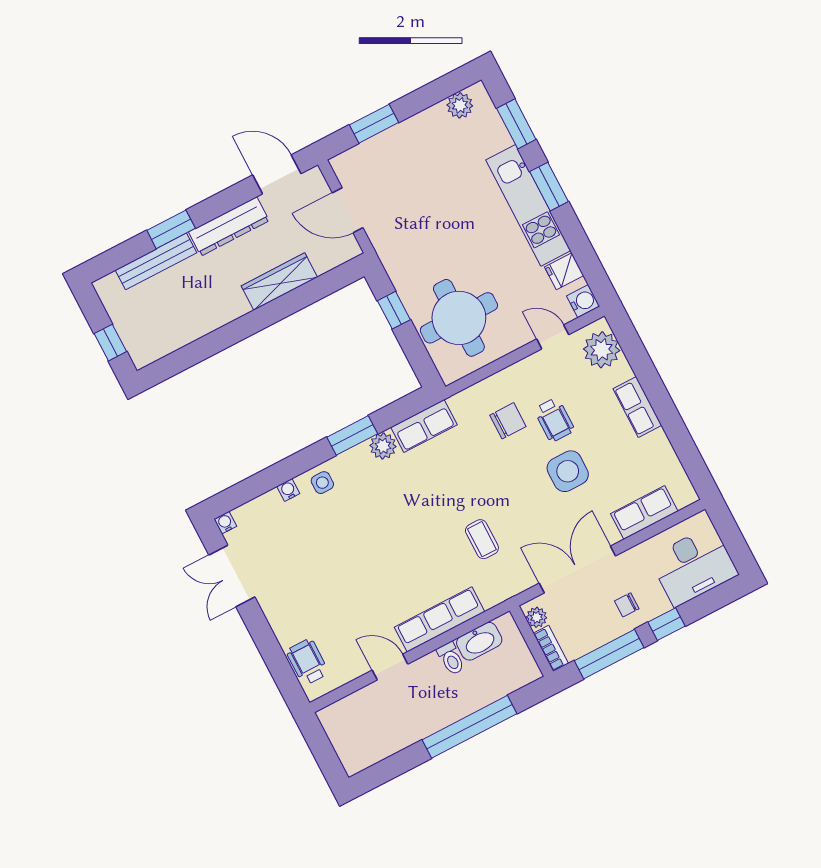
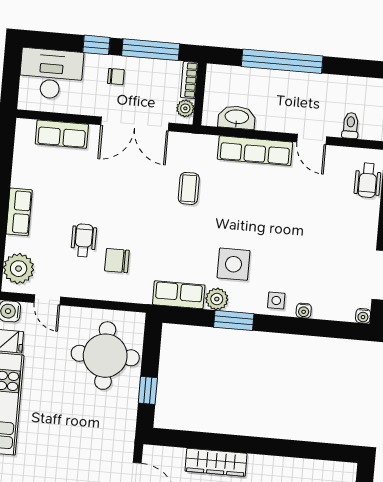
side table: (568, 471) -> (234, 264), moved
toilet: (451, 659) -> (351, 125), moved

